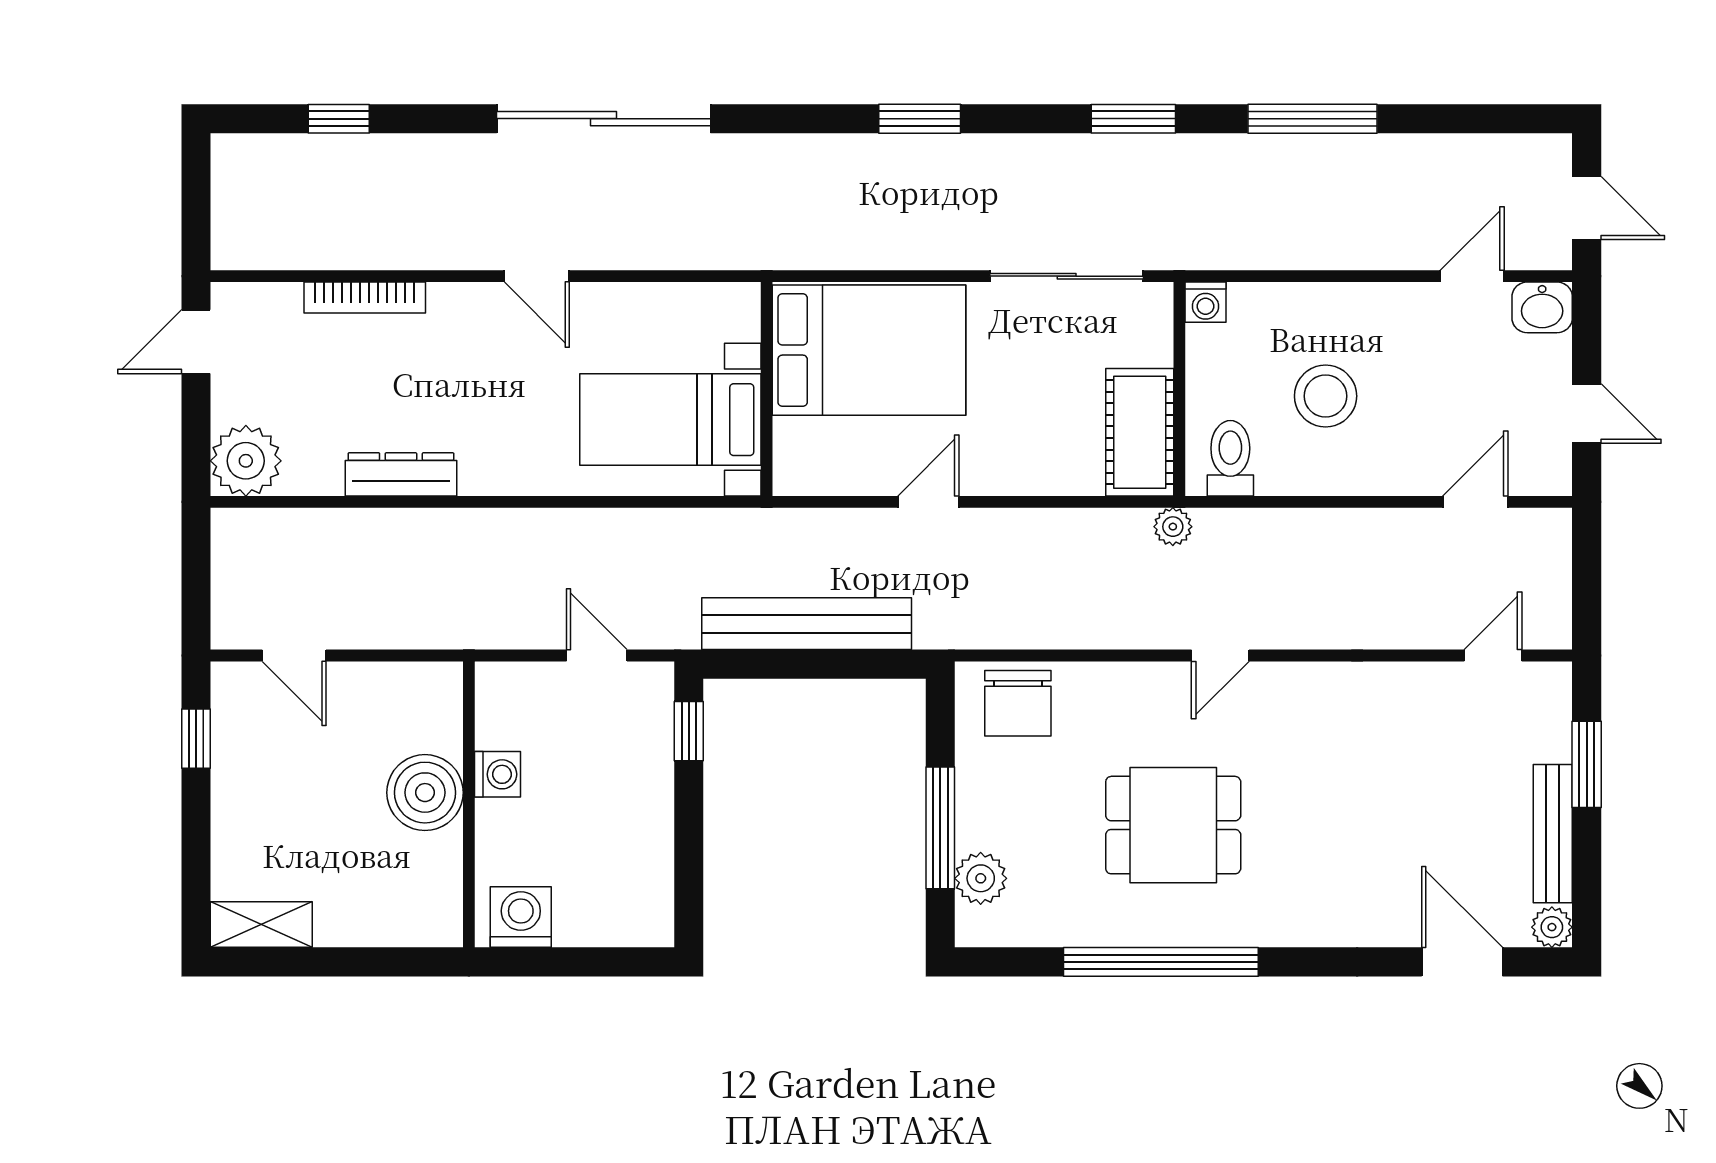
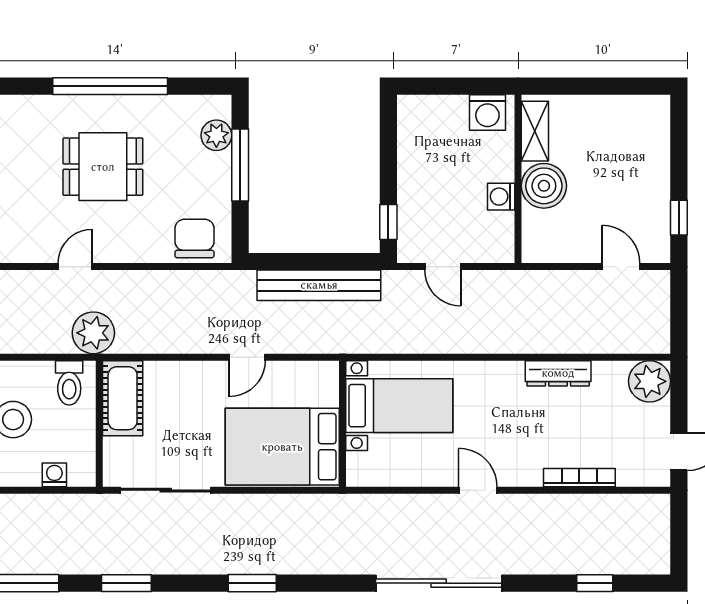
washing machine: (1206, 302) -> (54, 475), moved
plant: (1173, 527) -> (93, 333), width x1.88, depth x1.88
shelving: (261, 925) -> (535, 131), moved, turned 90

